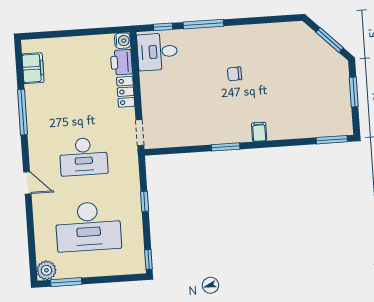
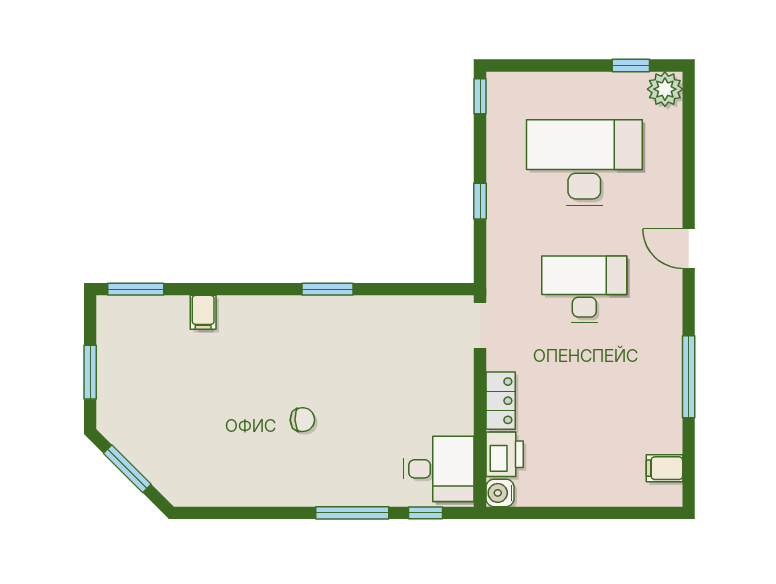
filing cabinet: (33, 68) -> (664, 468), width x0.50
filing cabinet: (259, 132) -> (203, 312), moved
window: (66, 282) -> (631, 66), width x0.67

